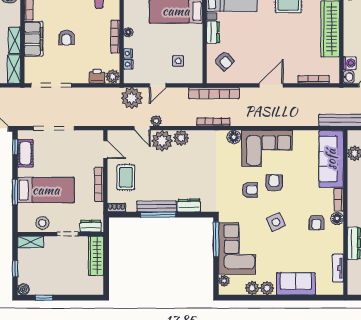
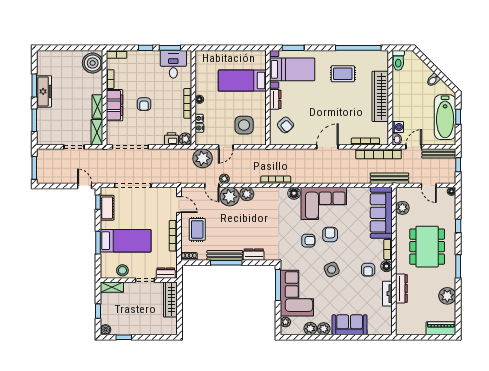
side table: (178, 61) -> (244, 125), width x1.87, depth x1.87
bookcase: (214, 93) -> (378, 154), moved
tv unit: (338, 268) -> (387, 294), moved

